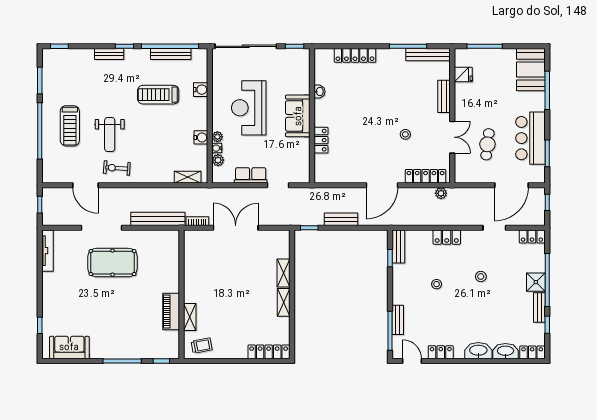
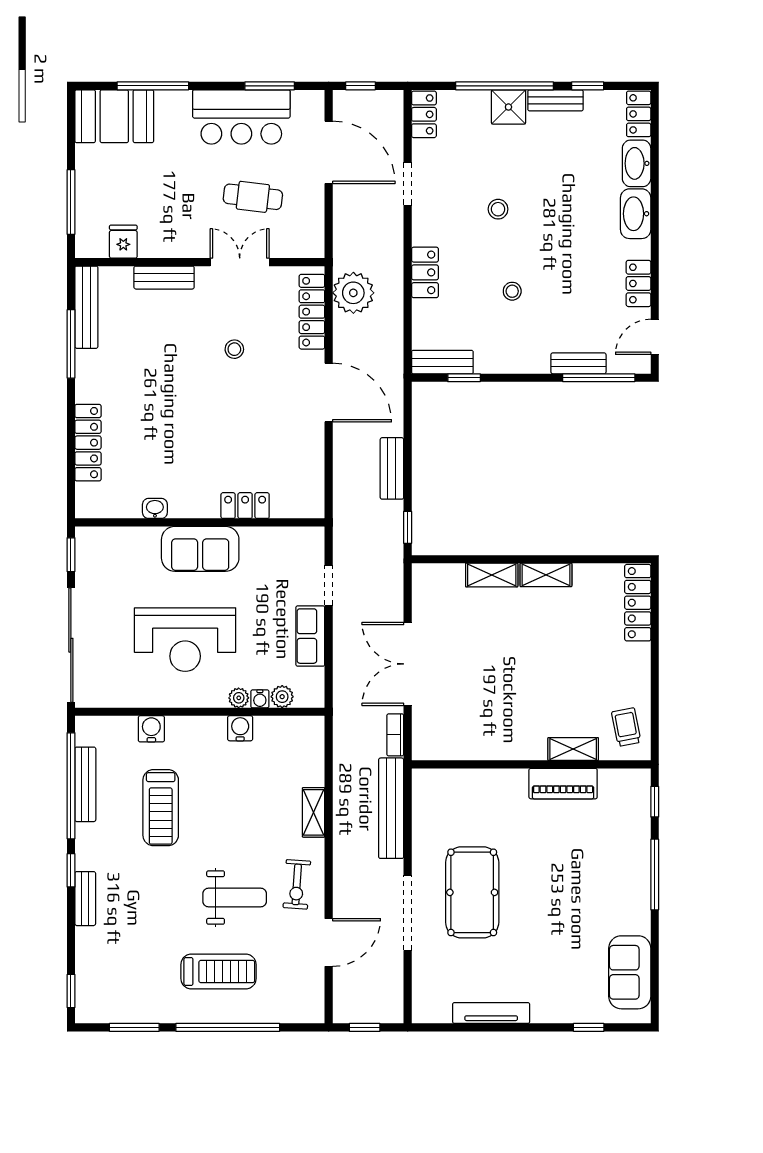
shelving: (188, 177) -> (314, 812), moved
plant: (441, 193) -> (353, 293), width x1.88, depth x1.88
tv unit: (47, 251) -> (491, 1013), moved

